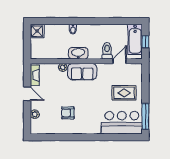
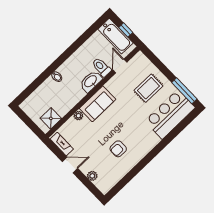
shower: (37, 31) -> (51, 118), moved
washbasin: (78, 53) -> (91, 81), moved

